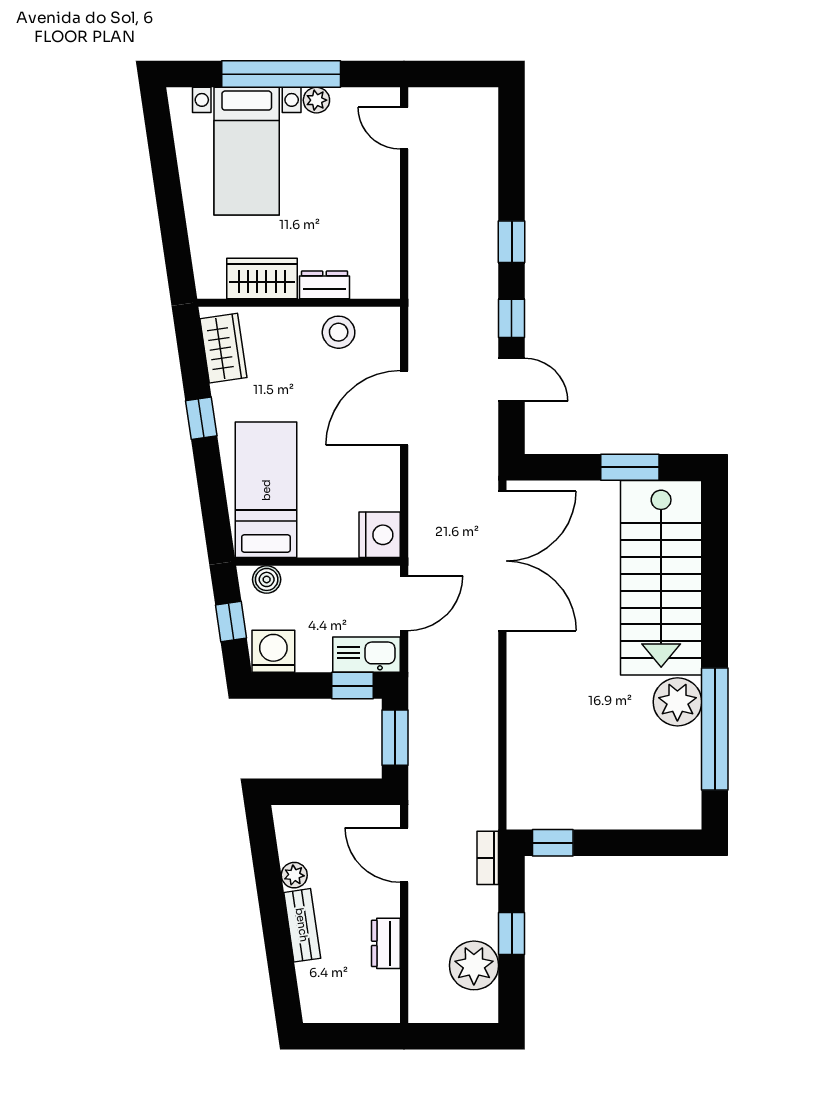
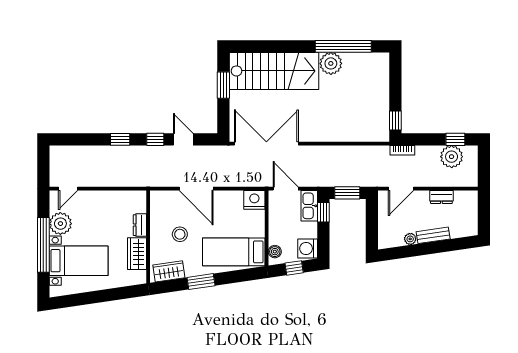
plant: (316, 100) -> (60, 224), width x1.88, depth x1.88
stool: (339, 332) -> (180, 234), moved
door: (512, 380) -> (183, 139), hinge flipped
window: (201, 418) -> (201, 282), width x1.50
window: (512, 934) -> (455, 139), moved

